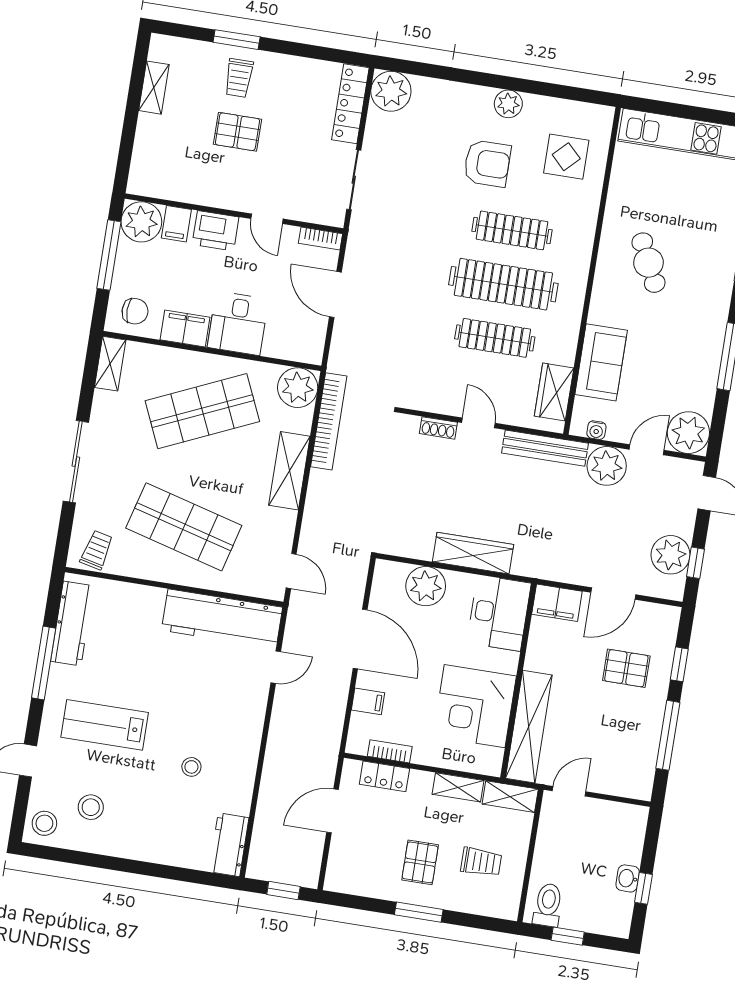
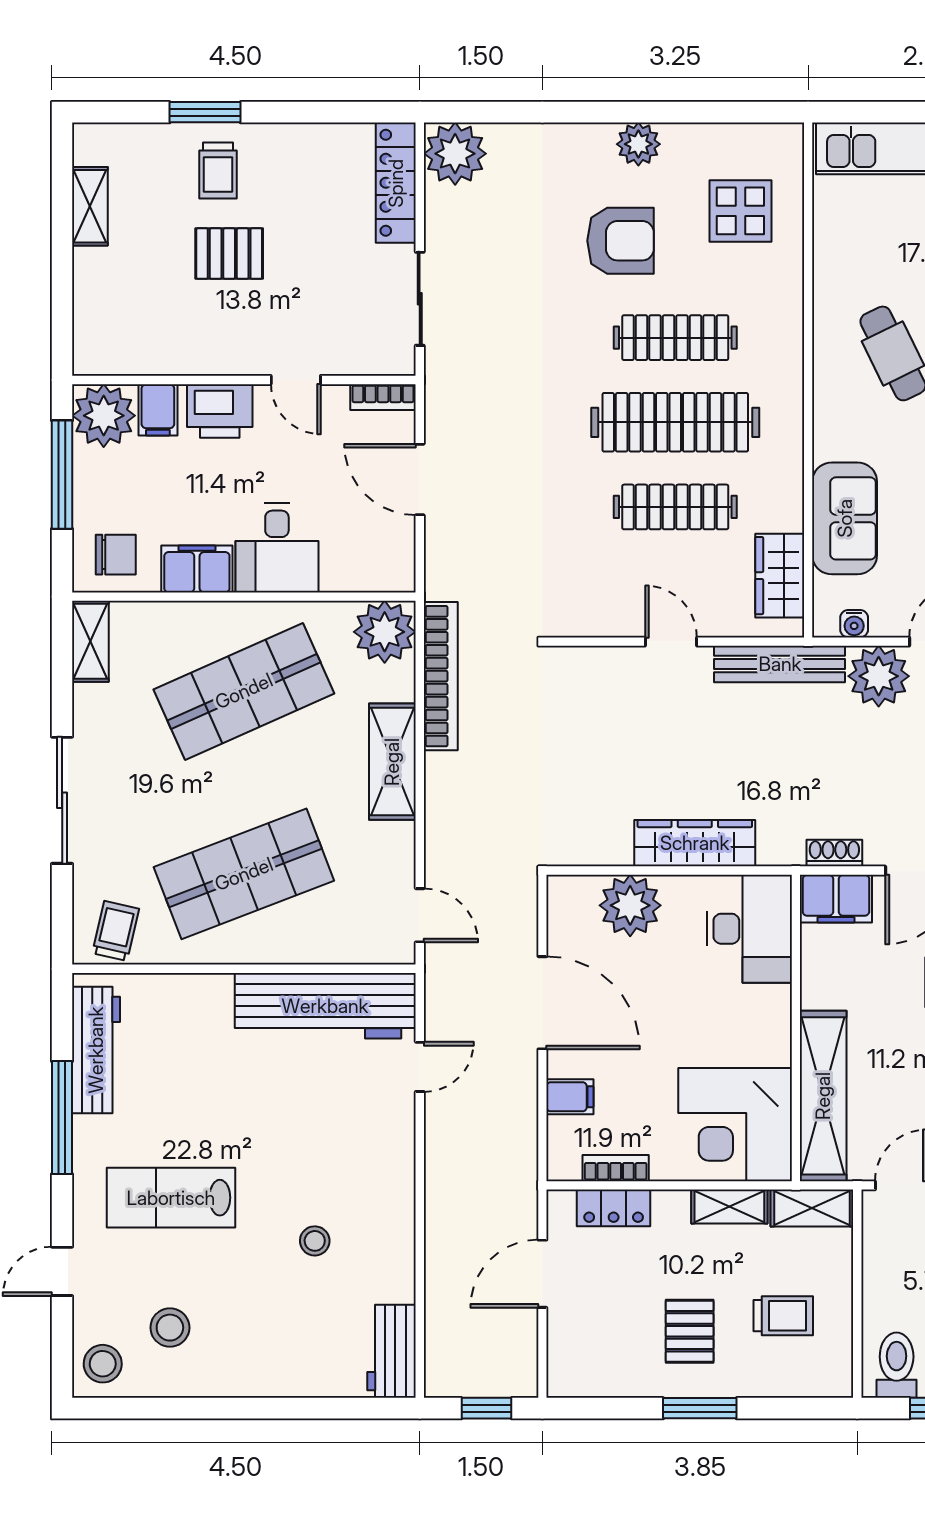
shoe rack: (438, 428) -> (834, 853), moved, turned 180
shop shelf: (184, 527) -> (244, 874), turned -36
corner desk: (475, 706) -> (735, 1125), moved

